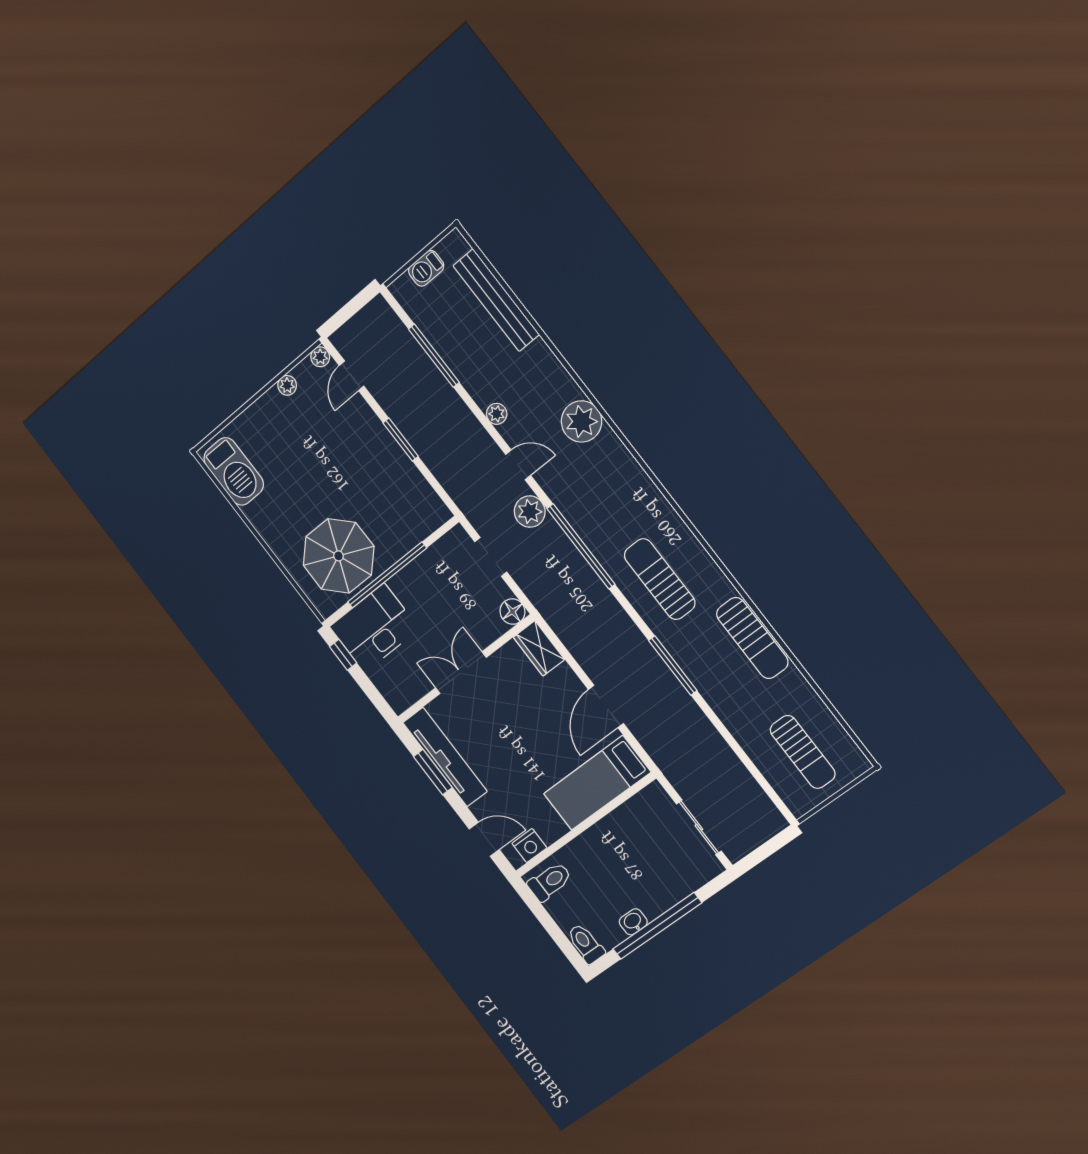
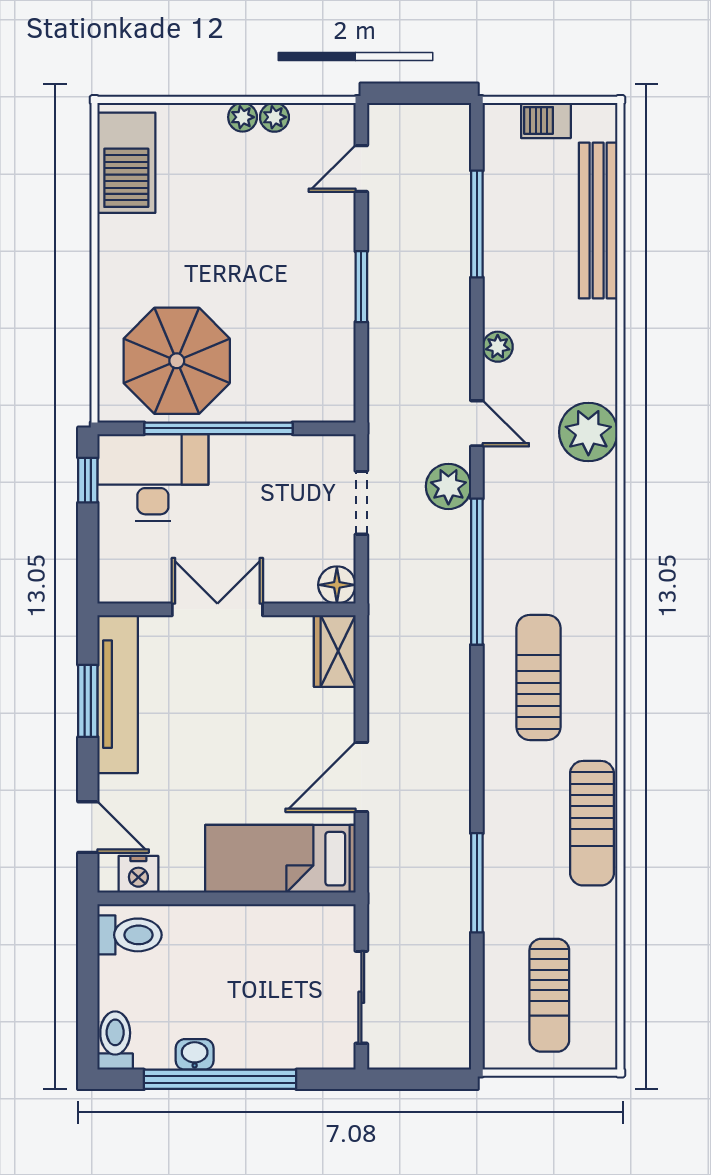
plant: (320, 357) -> (243, 117), moved
window: (673, 666) -> (477, 883), moved

